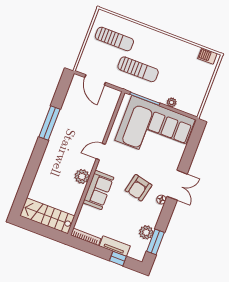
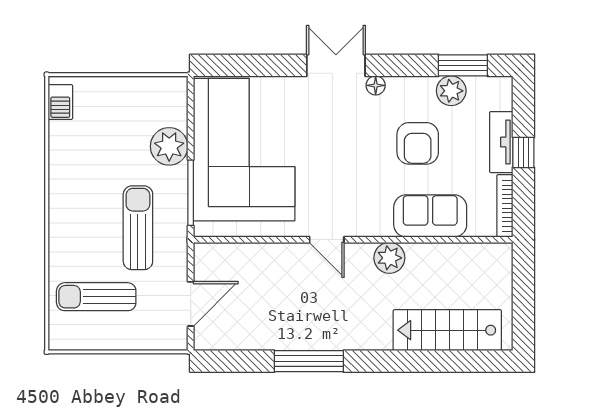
sun lounger: (114, 39) -> (96, 297), turned -90
plant: (172, 102) -> (169, 146), width x1.87, depth x1.87
armchair: (139, 188) -> (418, 143), moved, turned 77
sofa: (98, 190) -> (430, 216), moved
stairs: (47, 216) -> (447, 330), moved, turned 90
window: (118, 259) -> (523, 152), moved

